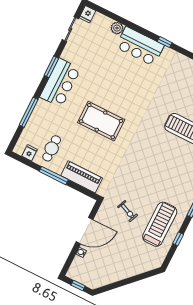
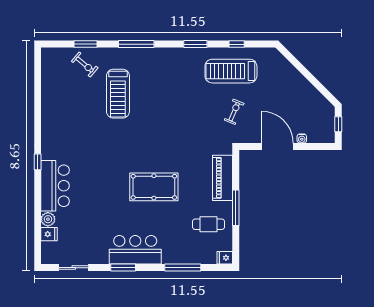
fridge: (88, 14) -> (49, 234), moved
pool table: (101, 121) -> (154, 187), turned 90
fridge: (29, 153) -> (225, 258), moved

